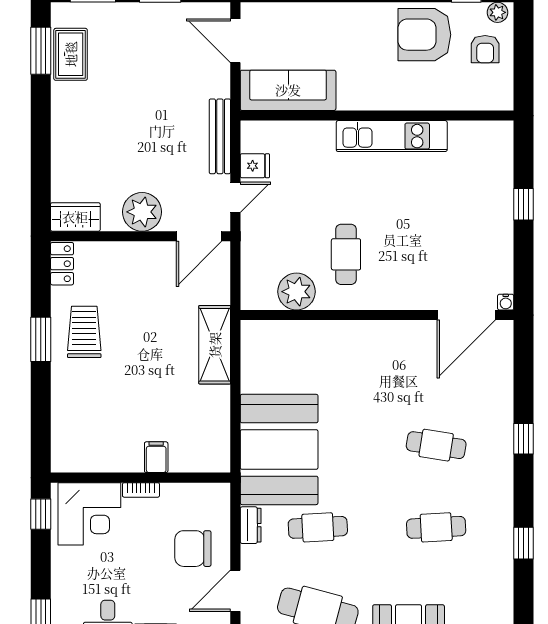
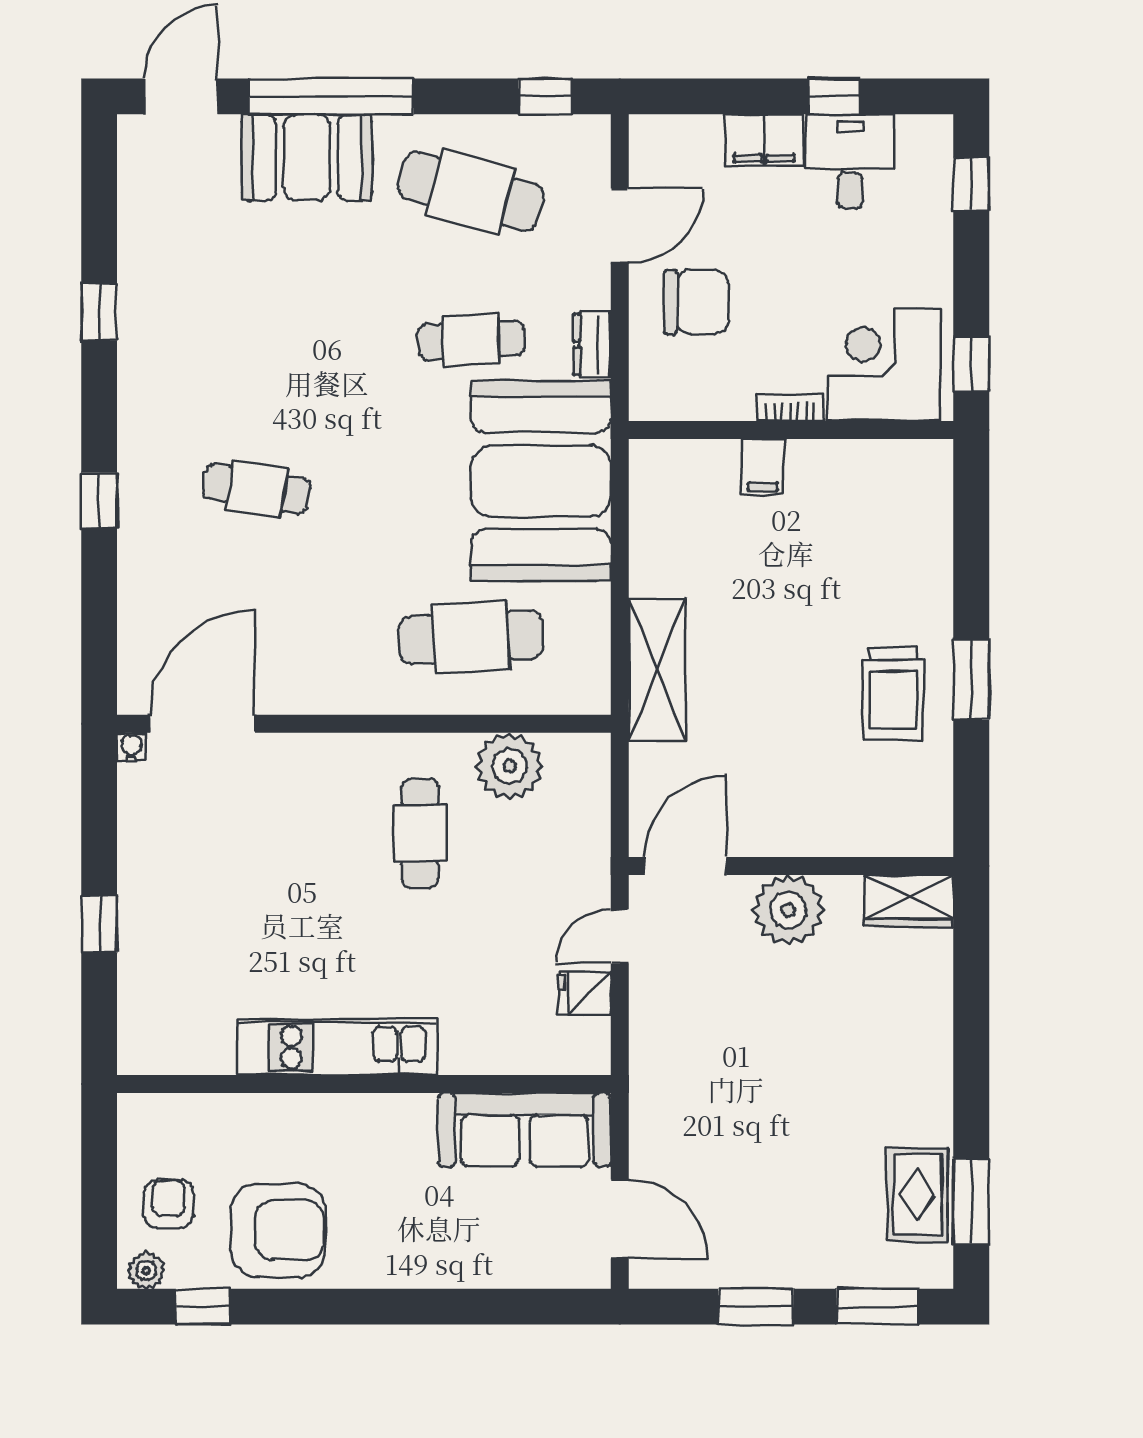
bench: (220, 136) -> (648, 1047), removed
locker: (62, 264) -> (933, 816), removed
cafe table: (436, 527) -> (471, 637), moved, width x1.37, depth x1.35

